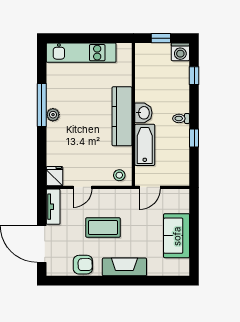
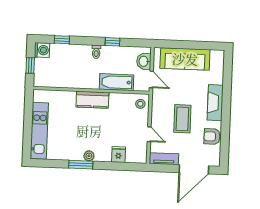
window: (42, 105) -> (81, 165), width x0.69
washbasin: (143, 113) -> (144, 61), moved, turned -90
kitchen counter: (122, 116) -> (92, 100), width x0.67
fridge: (55, 176) -> (118, 154), moved, turned 90
sofa: (177, 236) -> (185, 59), width x1.36
armchair: (83, 265) -> (212, 136), turned -89

